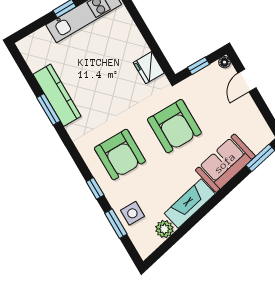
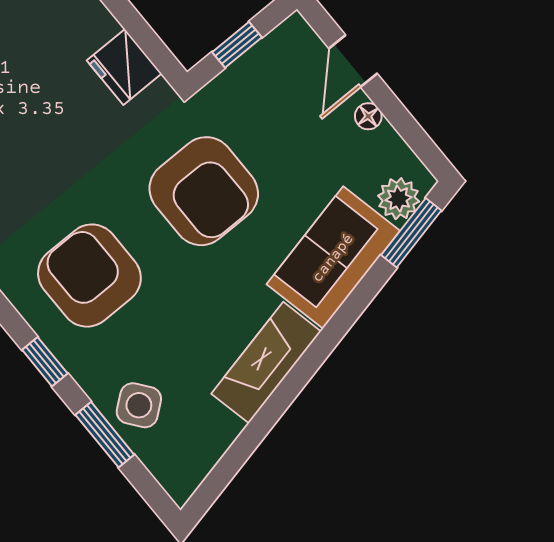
floor lamp: (224, 62) -> (368, 116), moved
armchair: (120, 155) -> (89, 276), turned 180
side table: (132, 213) -> (139, 405), turned -38
plant: (164, 229) -> (399, 199), moved

